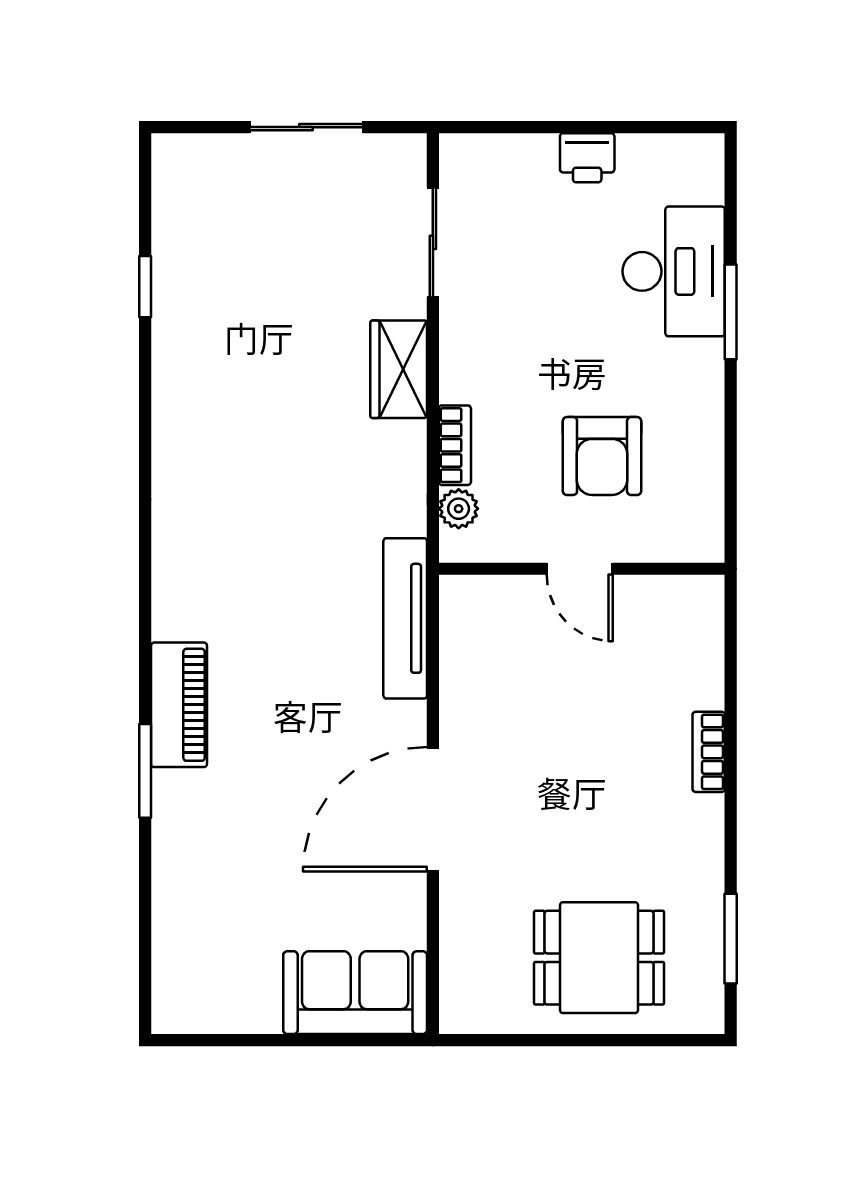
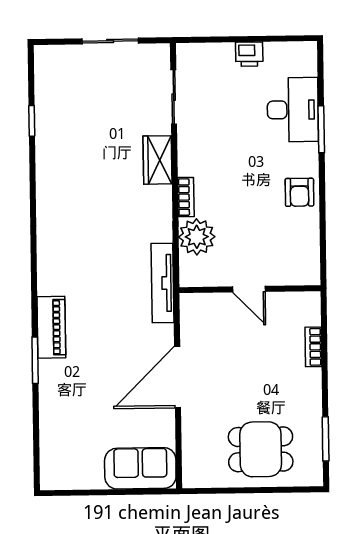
armchair: (602, 456) -> (299, 192), moved, width x0.72, depth x0.72
plant: (459, 509) -> (197, 237), width x1.87, depth x1.87
door: (580, 569) -> (249, 289), moved
wall: (582, 569) -> (250, 289), moved

